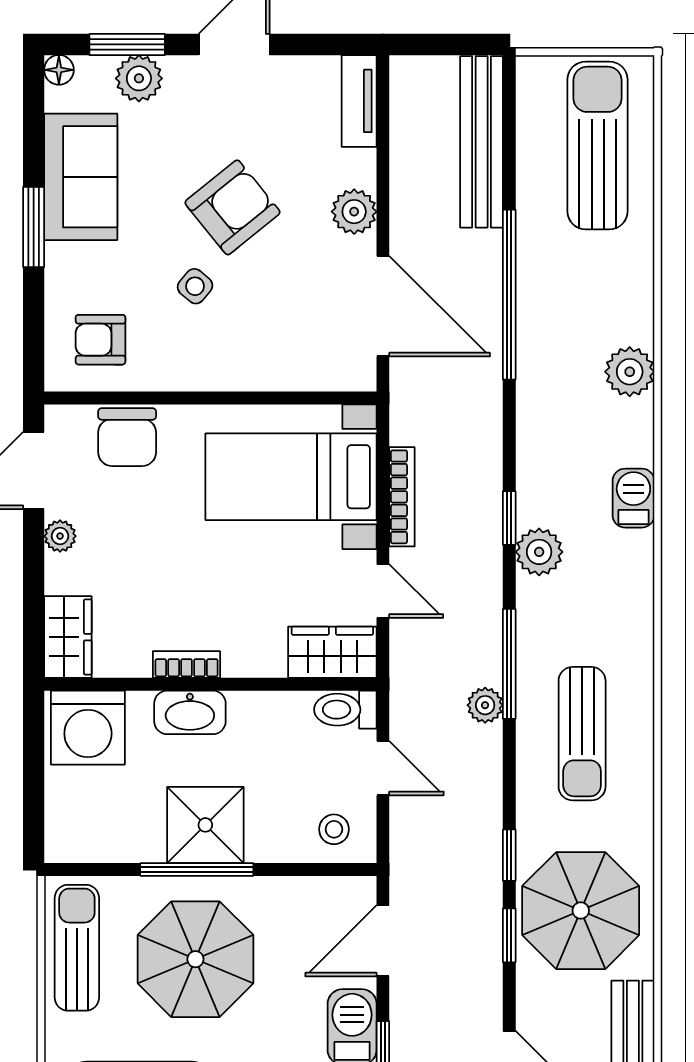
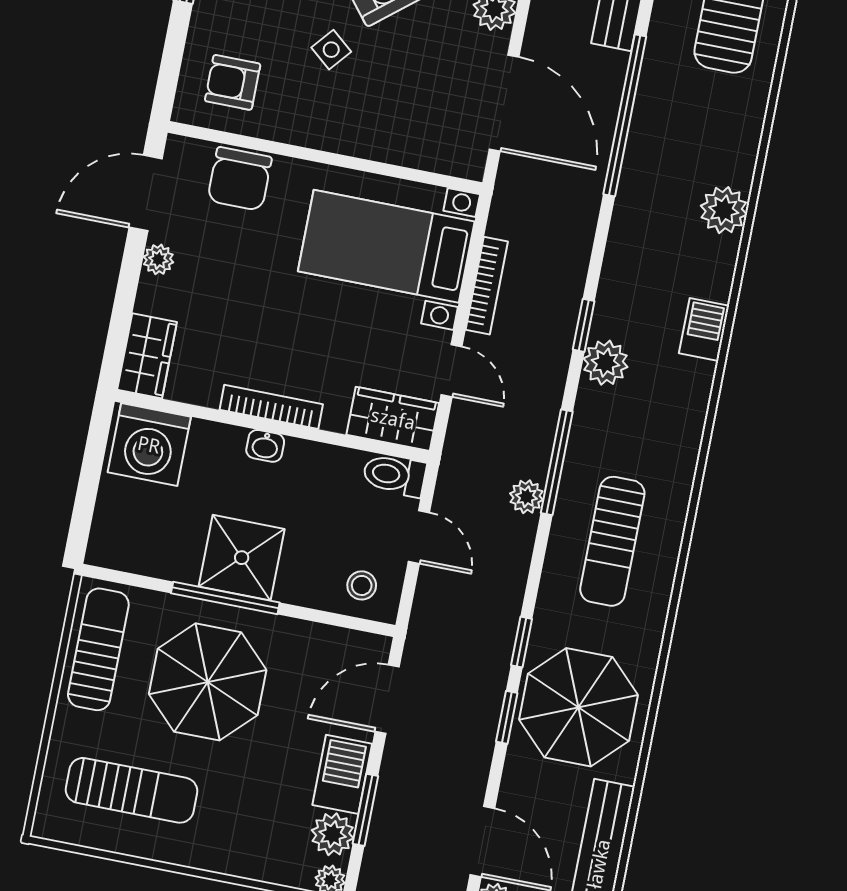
bookcase: (187, 665) -> (271, 407), width x1.56
washbasin: (190, 712) -> (265, 446), width x0.52, depth x0.69

